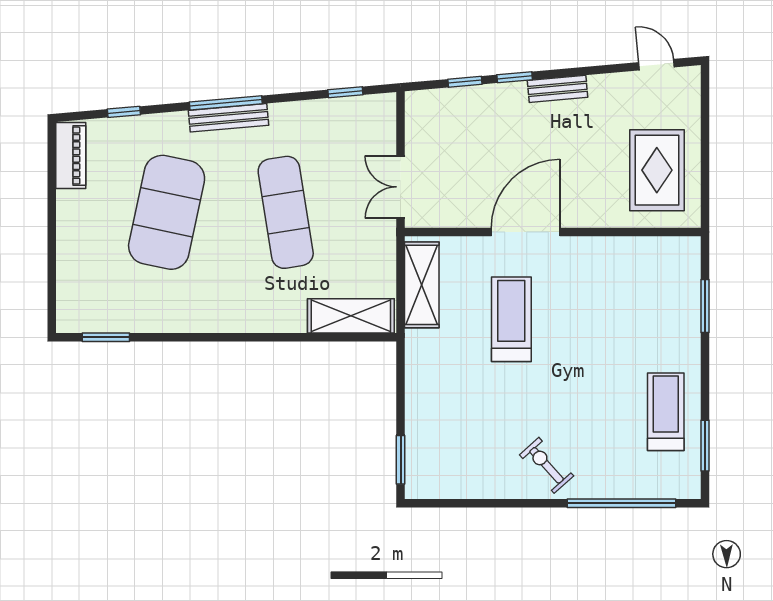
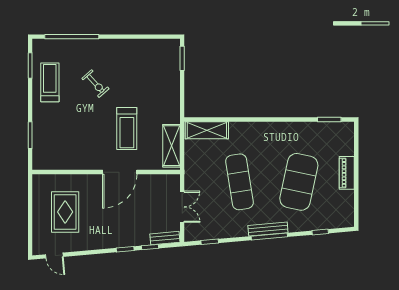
bench: (558, 89) -> (165, 238), moved
piano: (71, 156) -> (347, 173), moved
rug: (657, 170) -> (65, 212), moved
double door: (401, 187) -> (182, 207), moved
treadmill: (666, 412) -> (50, 82), turned 180
exercise bike: (547, 465) -> (95, 84), moved

